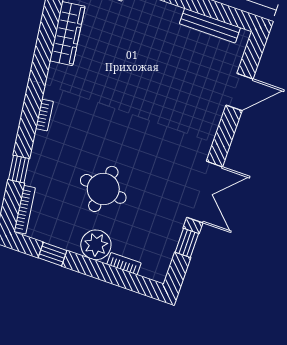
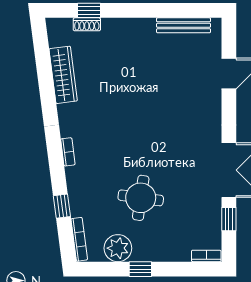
plant: (96, 245) -> (118, 248), moved
window: (52, 254) -> (140, 269), moved
bookcase: (124, 264) -> (206, 256), moved

